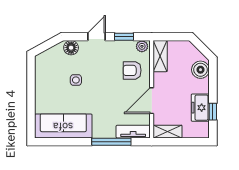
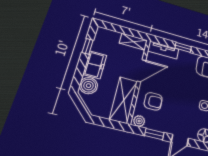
shelving: (160, 56) -> (124, 100), width x1.50, depth x1.33
freezer: (200, 108) -> (95, 65), moved
window: (111, 142) -> (183, 47), width x0.46

